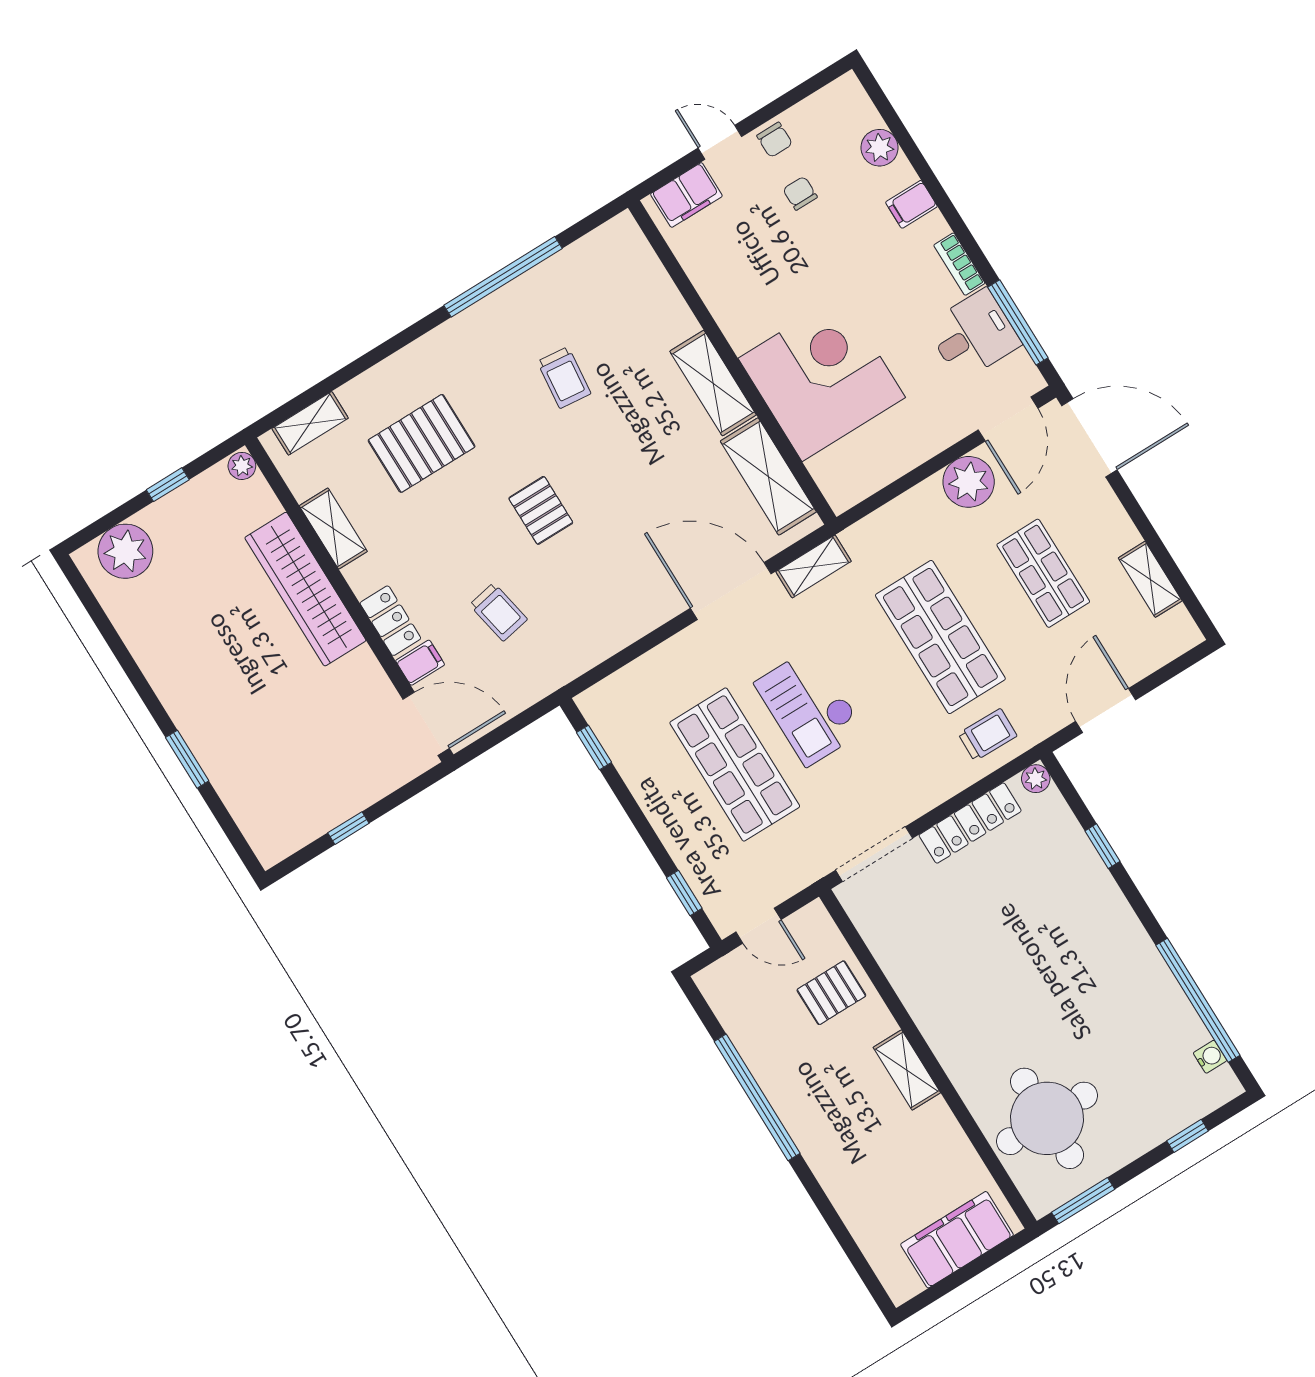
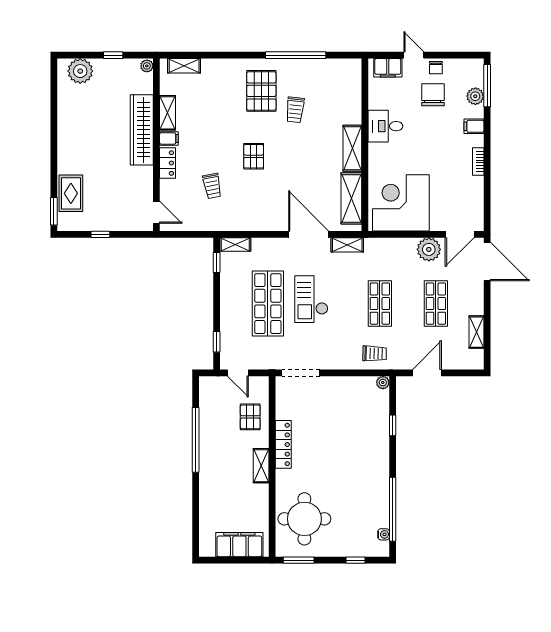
chair: (800, 193) -> (433, 95), width x1.87, depth x1.87
window: (1018, 322) -> (487, 86), moved
desk: (973, 335) -> (385, 126), moved, turned 180
corner desk: (822, 378) -> (401, 203), moved, turned -90
pallet: (422, 443) -> (261, 91), moved, turned 90
shop shelf: (940, 637) -> (380, 304), width x0.70, depth x0.74
filing cabinet: (420, 663) -> (169, 138), moved
shelving: (608, 693) -> (235, 244), added
door: (426, 724) -> (156, 212), width x0.73
window: (187, 759) -> (54, 211), moved
rug: (248, 786) -> (71, 193), added
locker: (970, 823) -> (283, 444), moved, turned -90
pallet: (831, 993) -> (250, 417), turned 90

